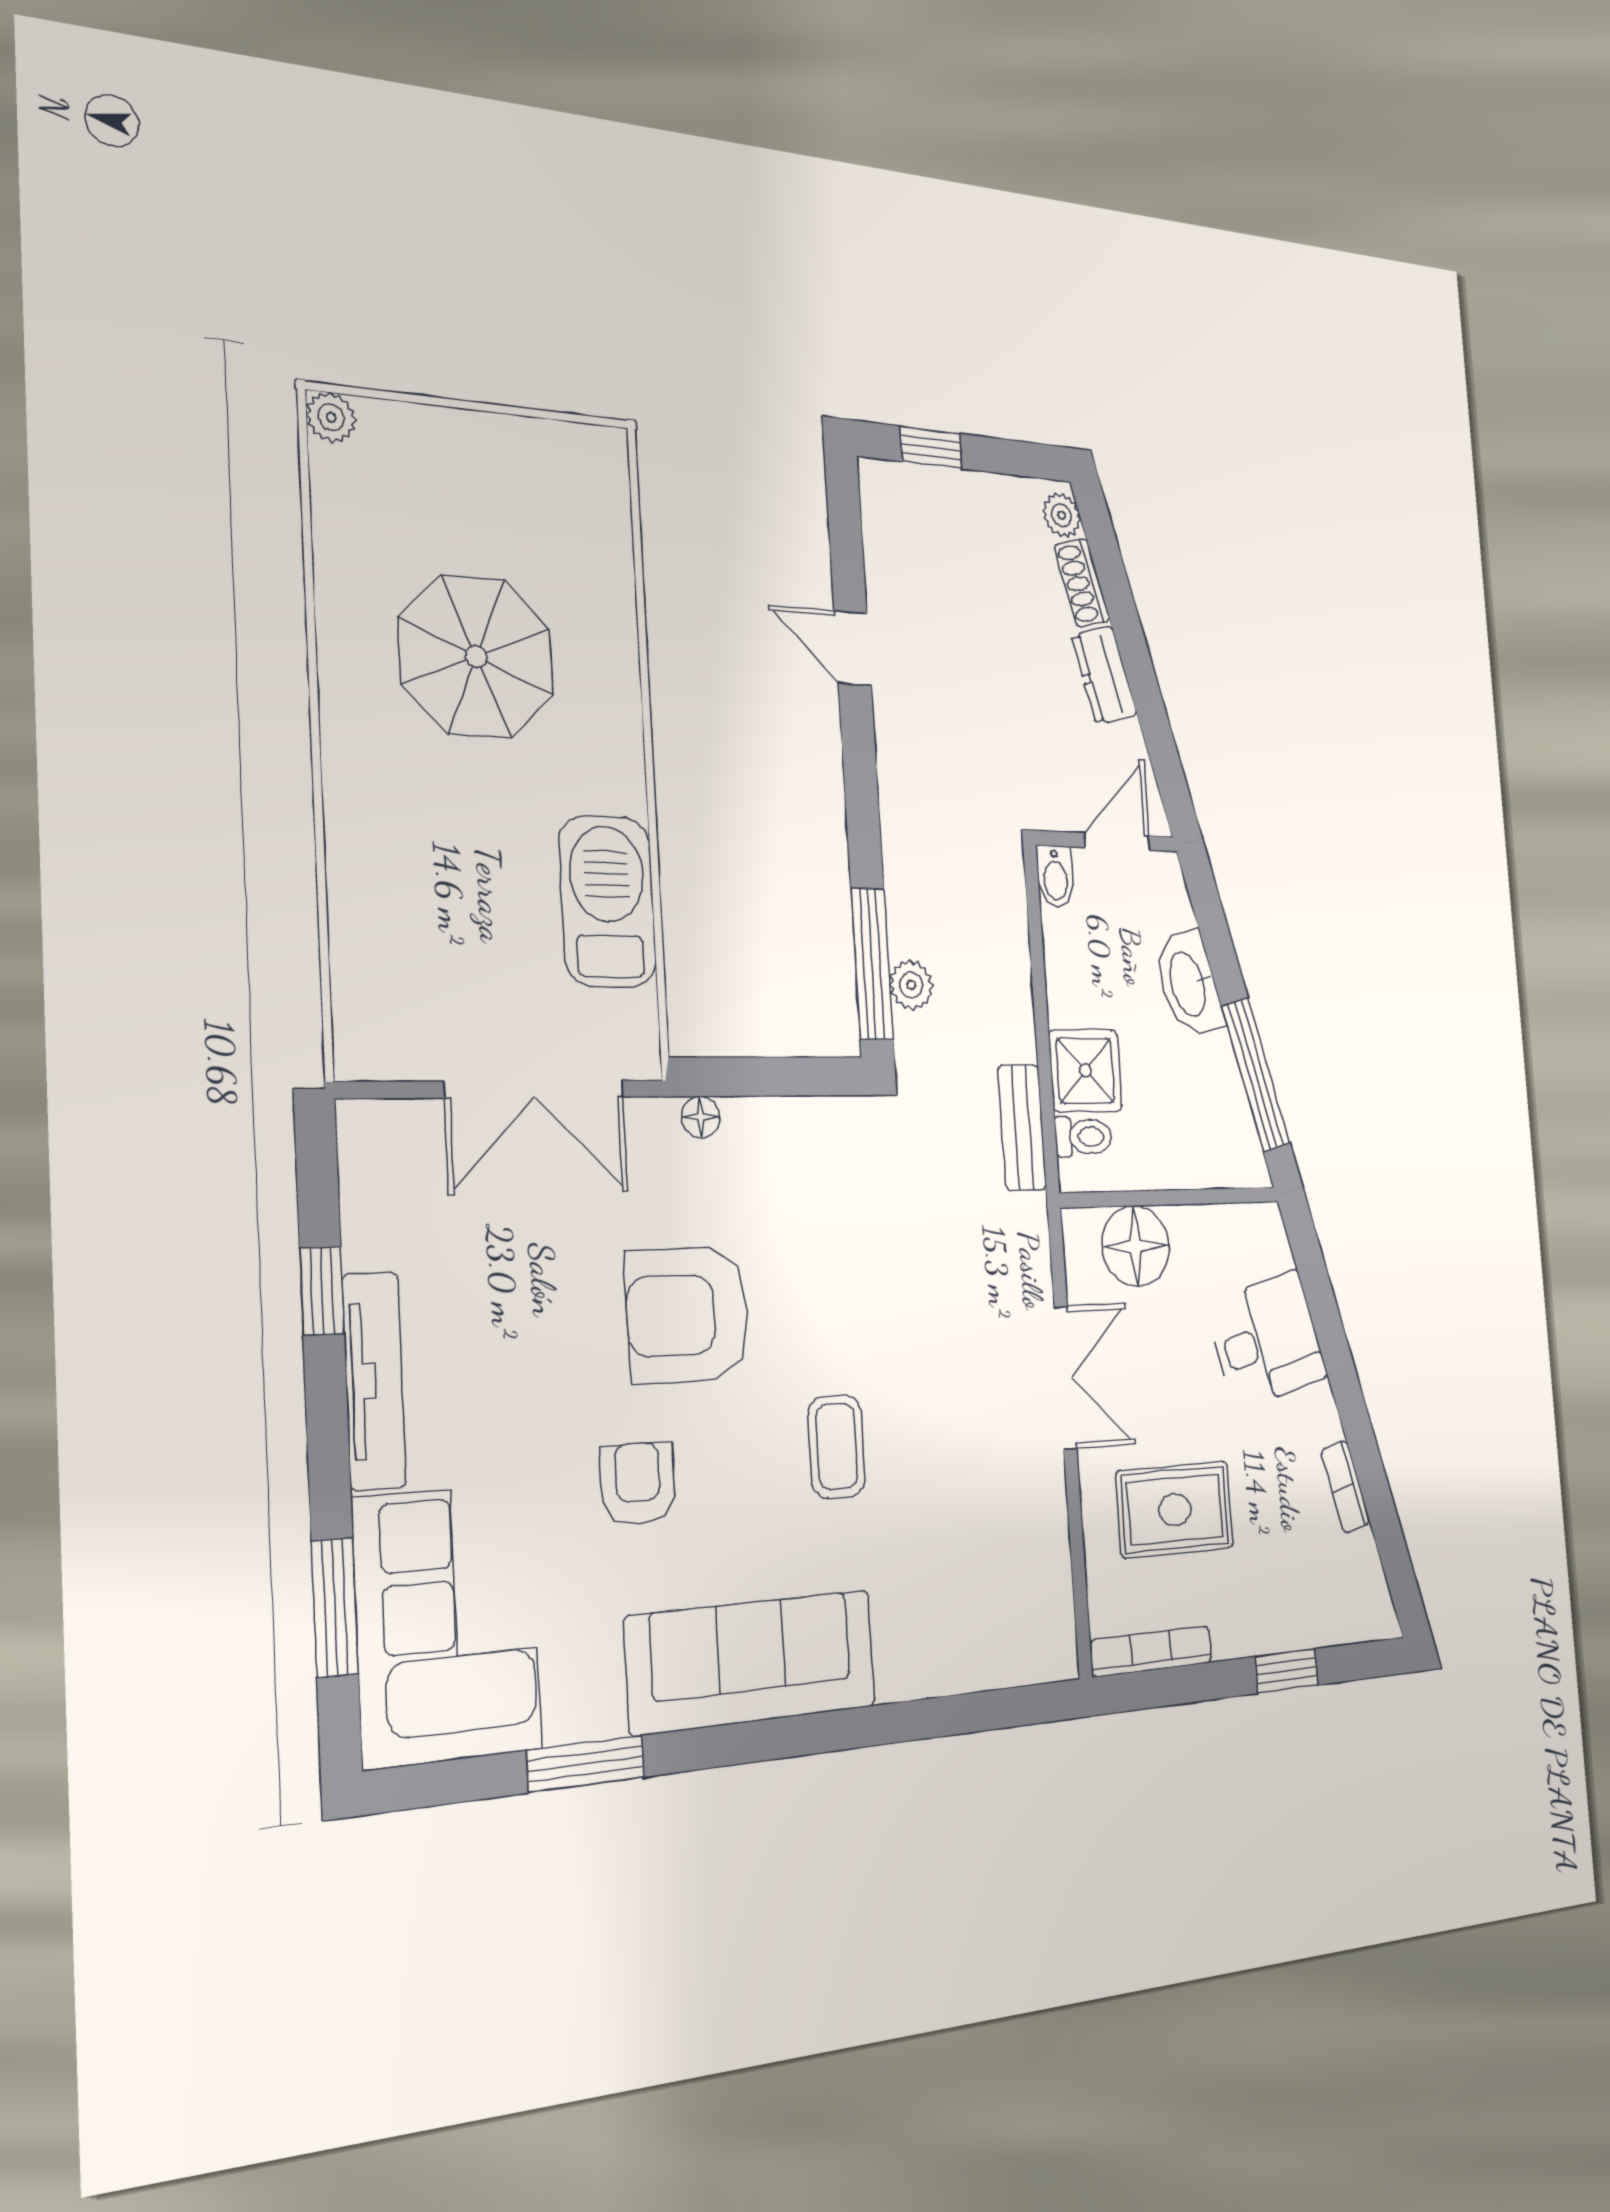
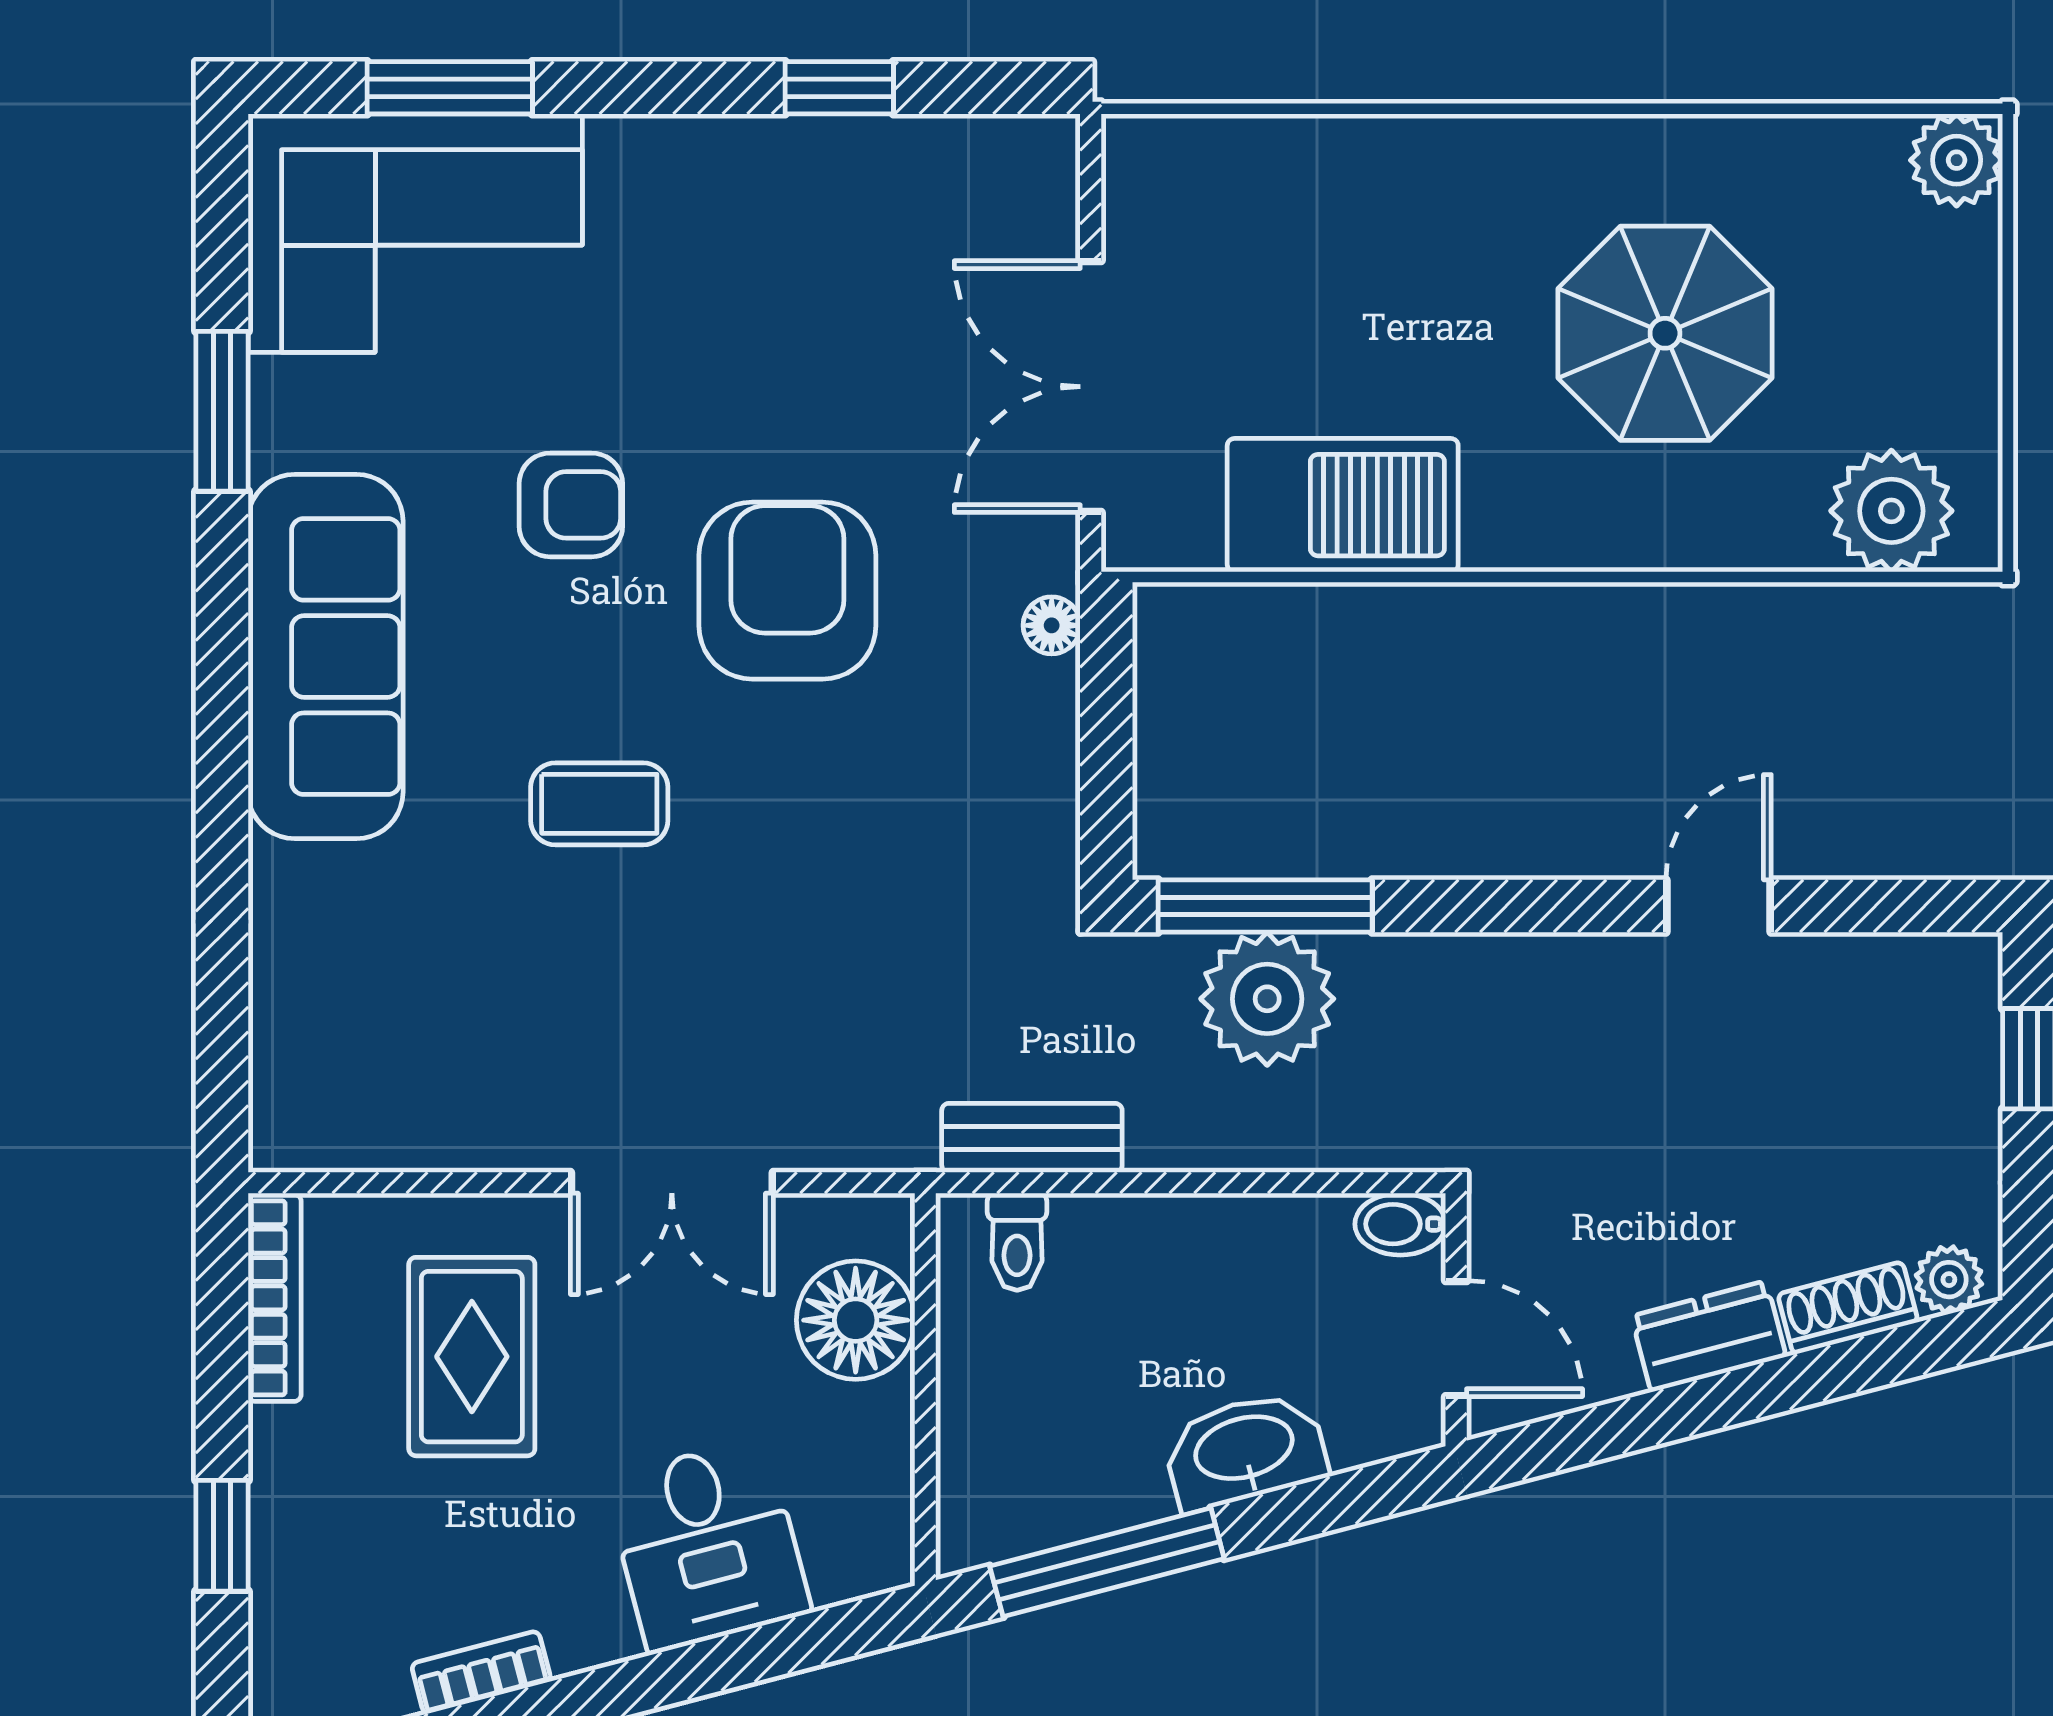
plant: (331, 417) -> (1957, 160), width x1.38, depth x1.38
plant: (591, 503) -> (1891, 511), added
plant: (911, 985) -> (1267, 999), width x1.88, depth x1.88
shower: (1085, 1071) -> (1114, 1253), removed
tv unit: (374, 1381) -> (724, 151), removed

